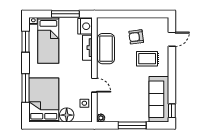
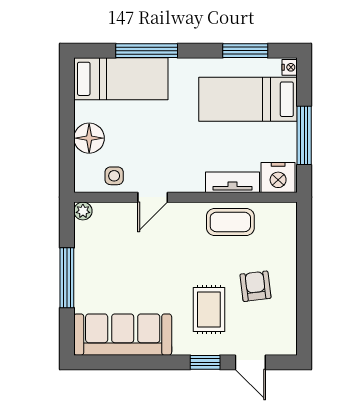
coffee table: (106, 49) -> (230, 222), width x0.73, depth x0.76
bed: (44, 100) -> (121, 79), width x0.67
window: (172, 111) -> (205, 362), moved

